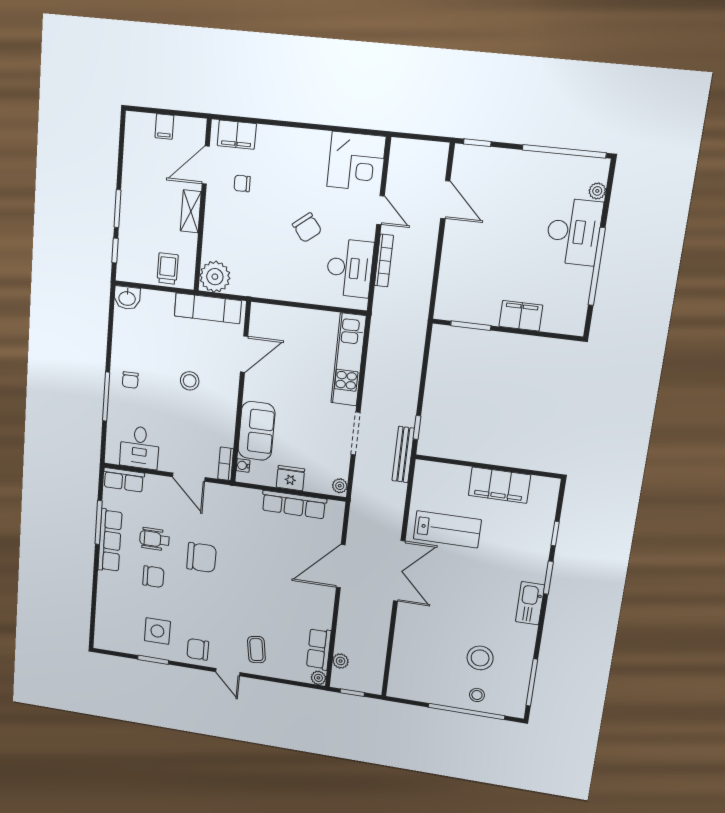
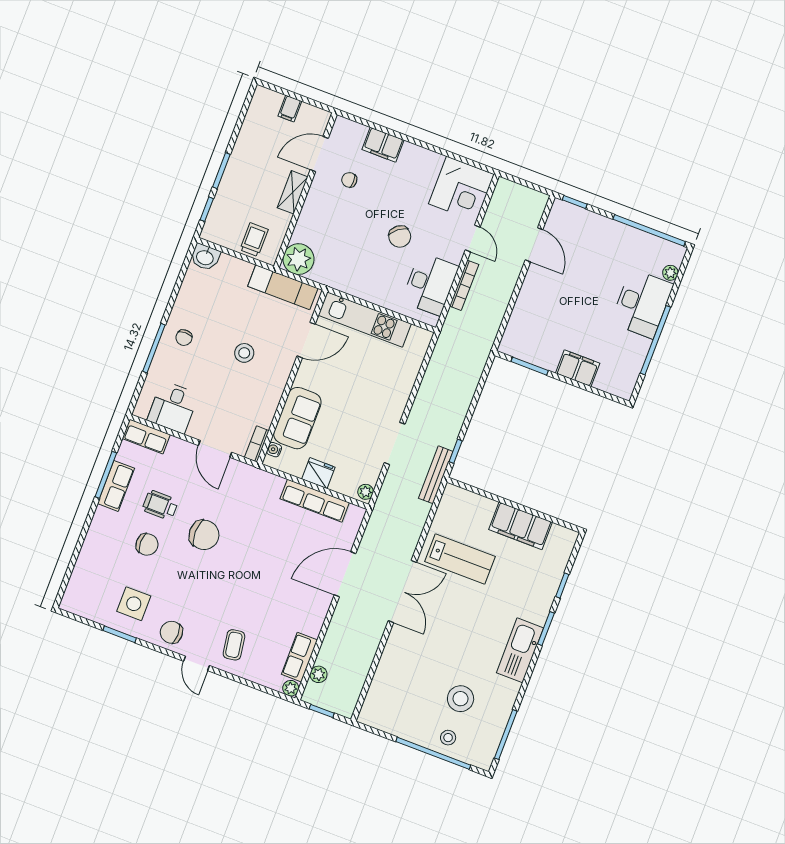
filing cabinet: (237, 135) -> (383, 145), moved
kitchen unit: (348, 360) -> (365, 319), moved, turned -90
row of seats: (110, 541) -> (116, 486), width x0.68
kitchen sink: (530, 603) -> (520, 650), width x1.36, depth x1.24

